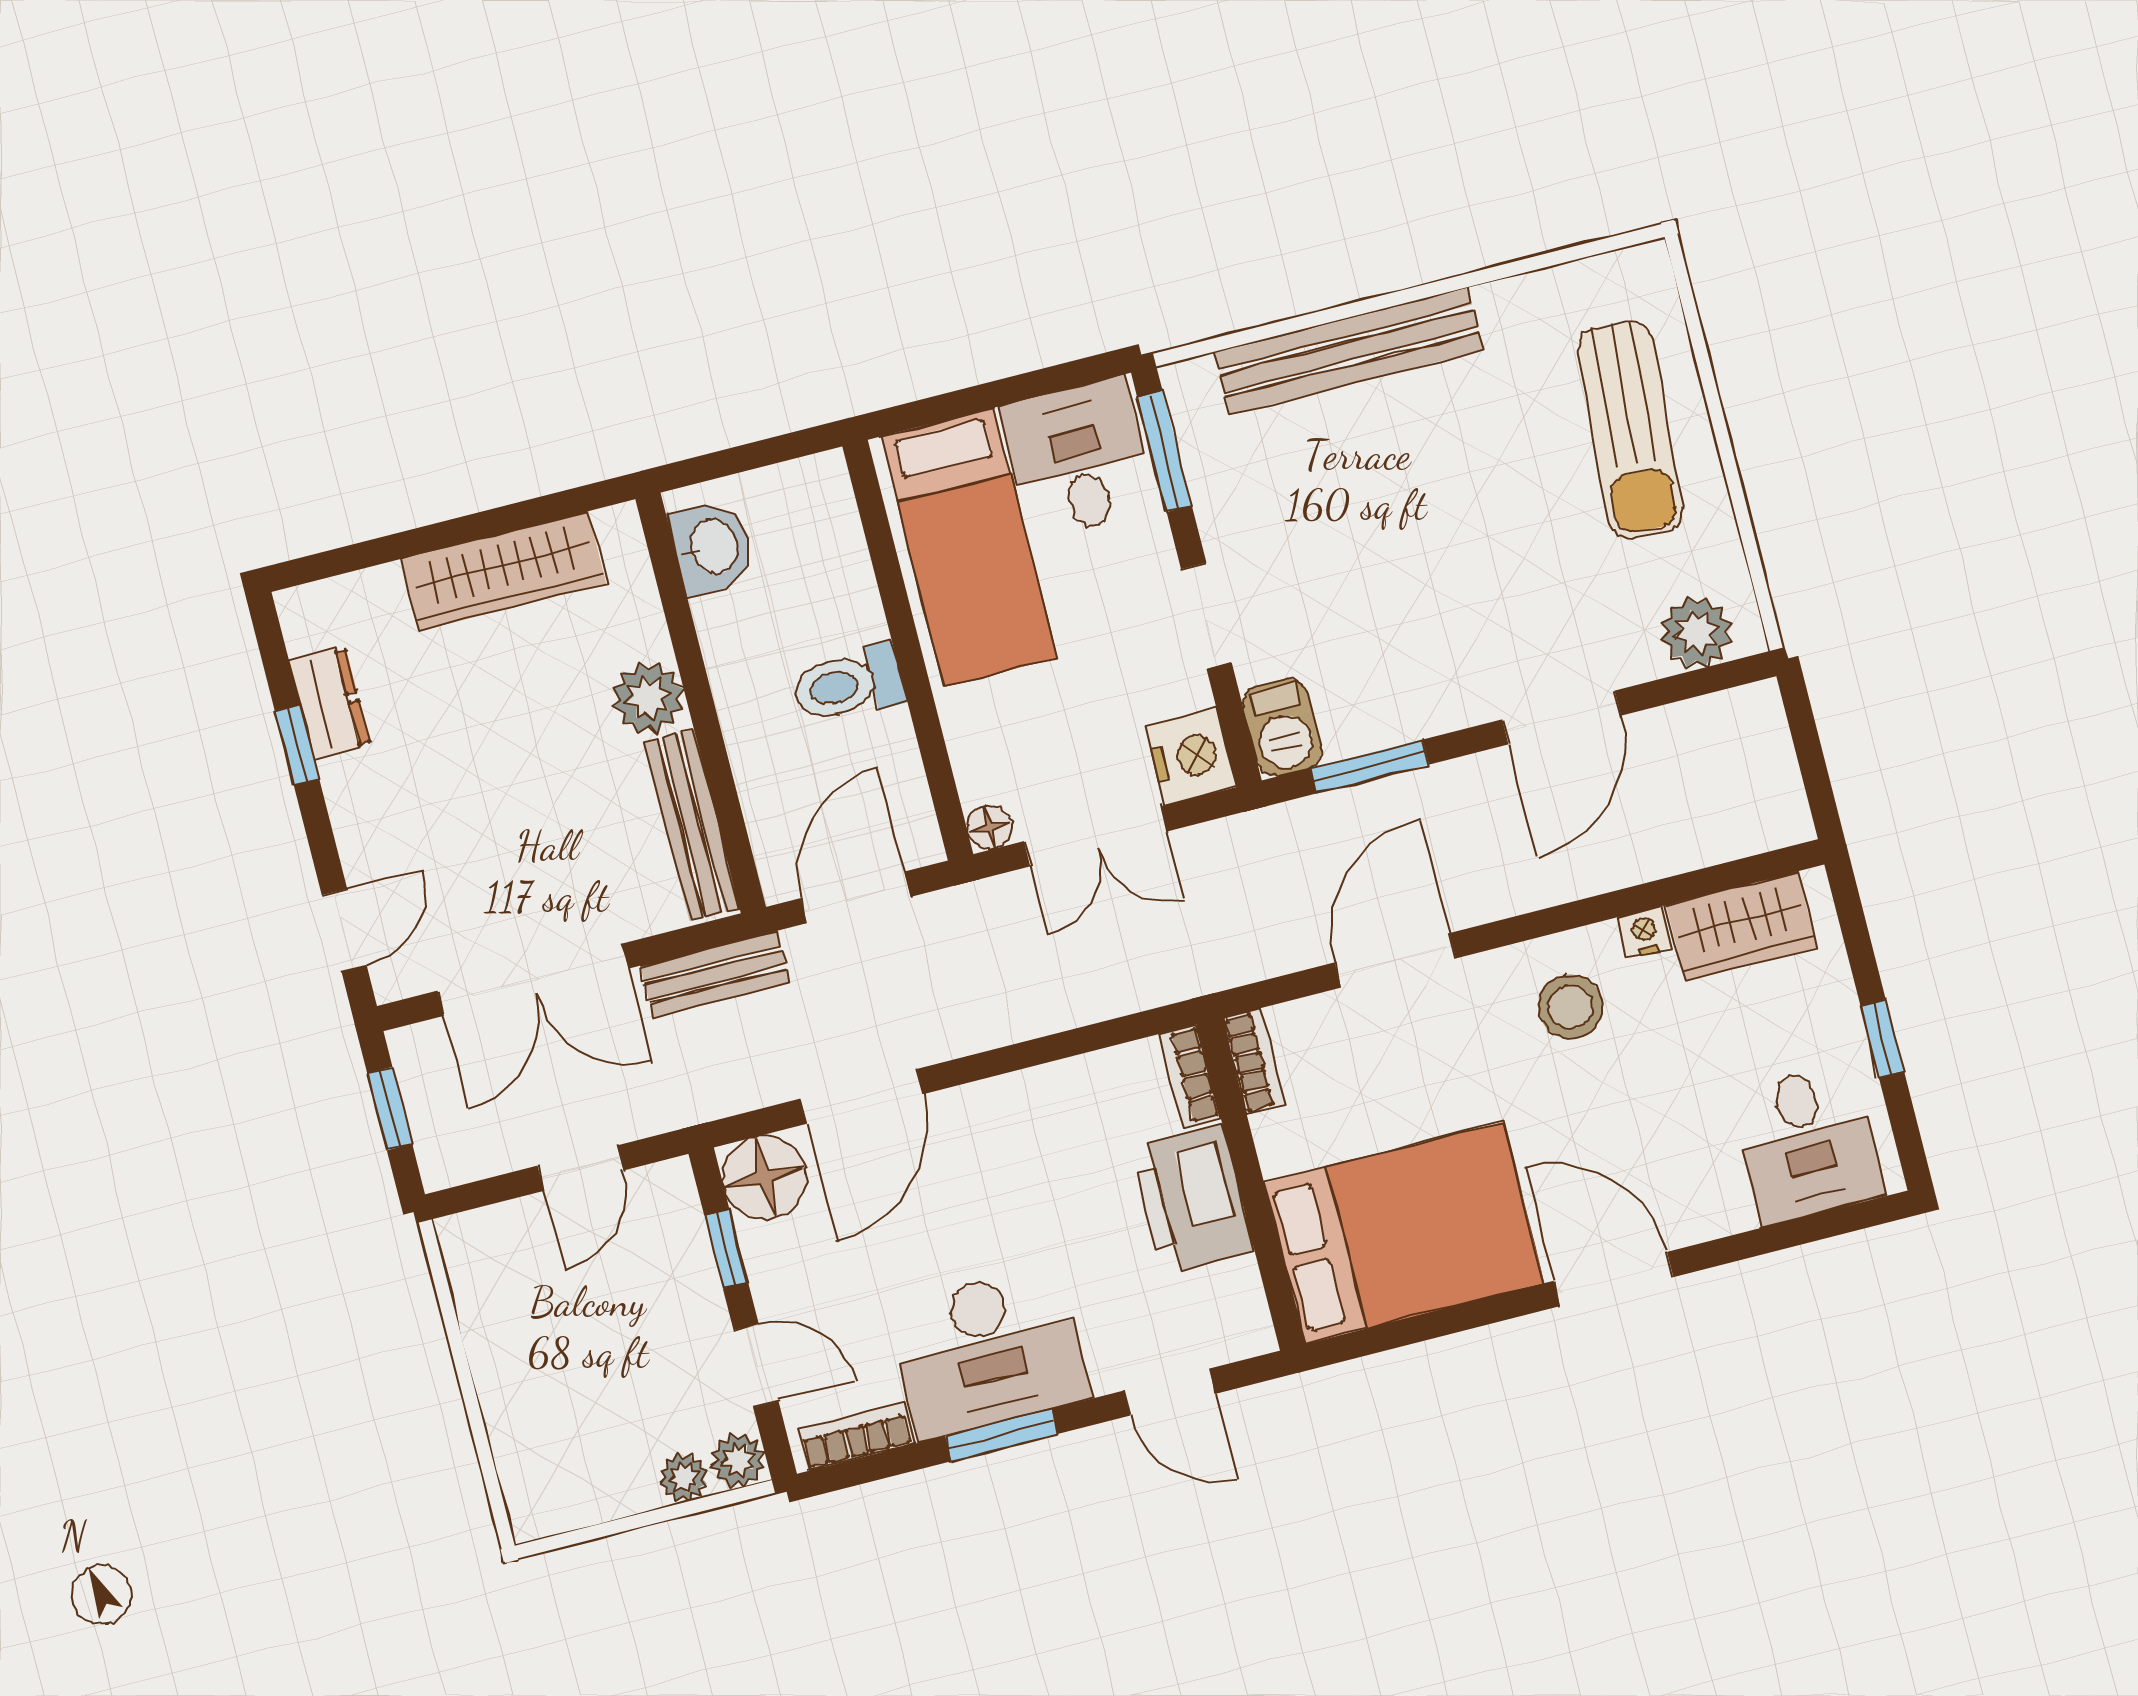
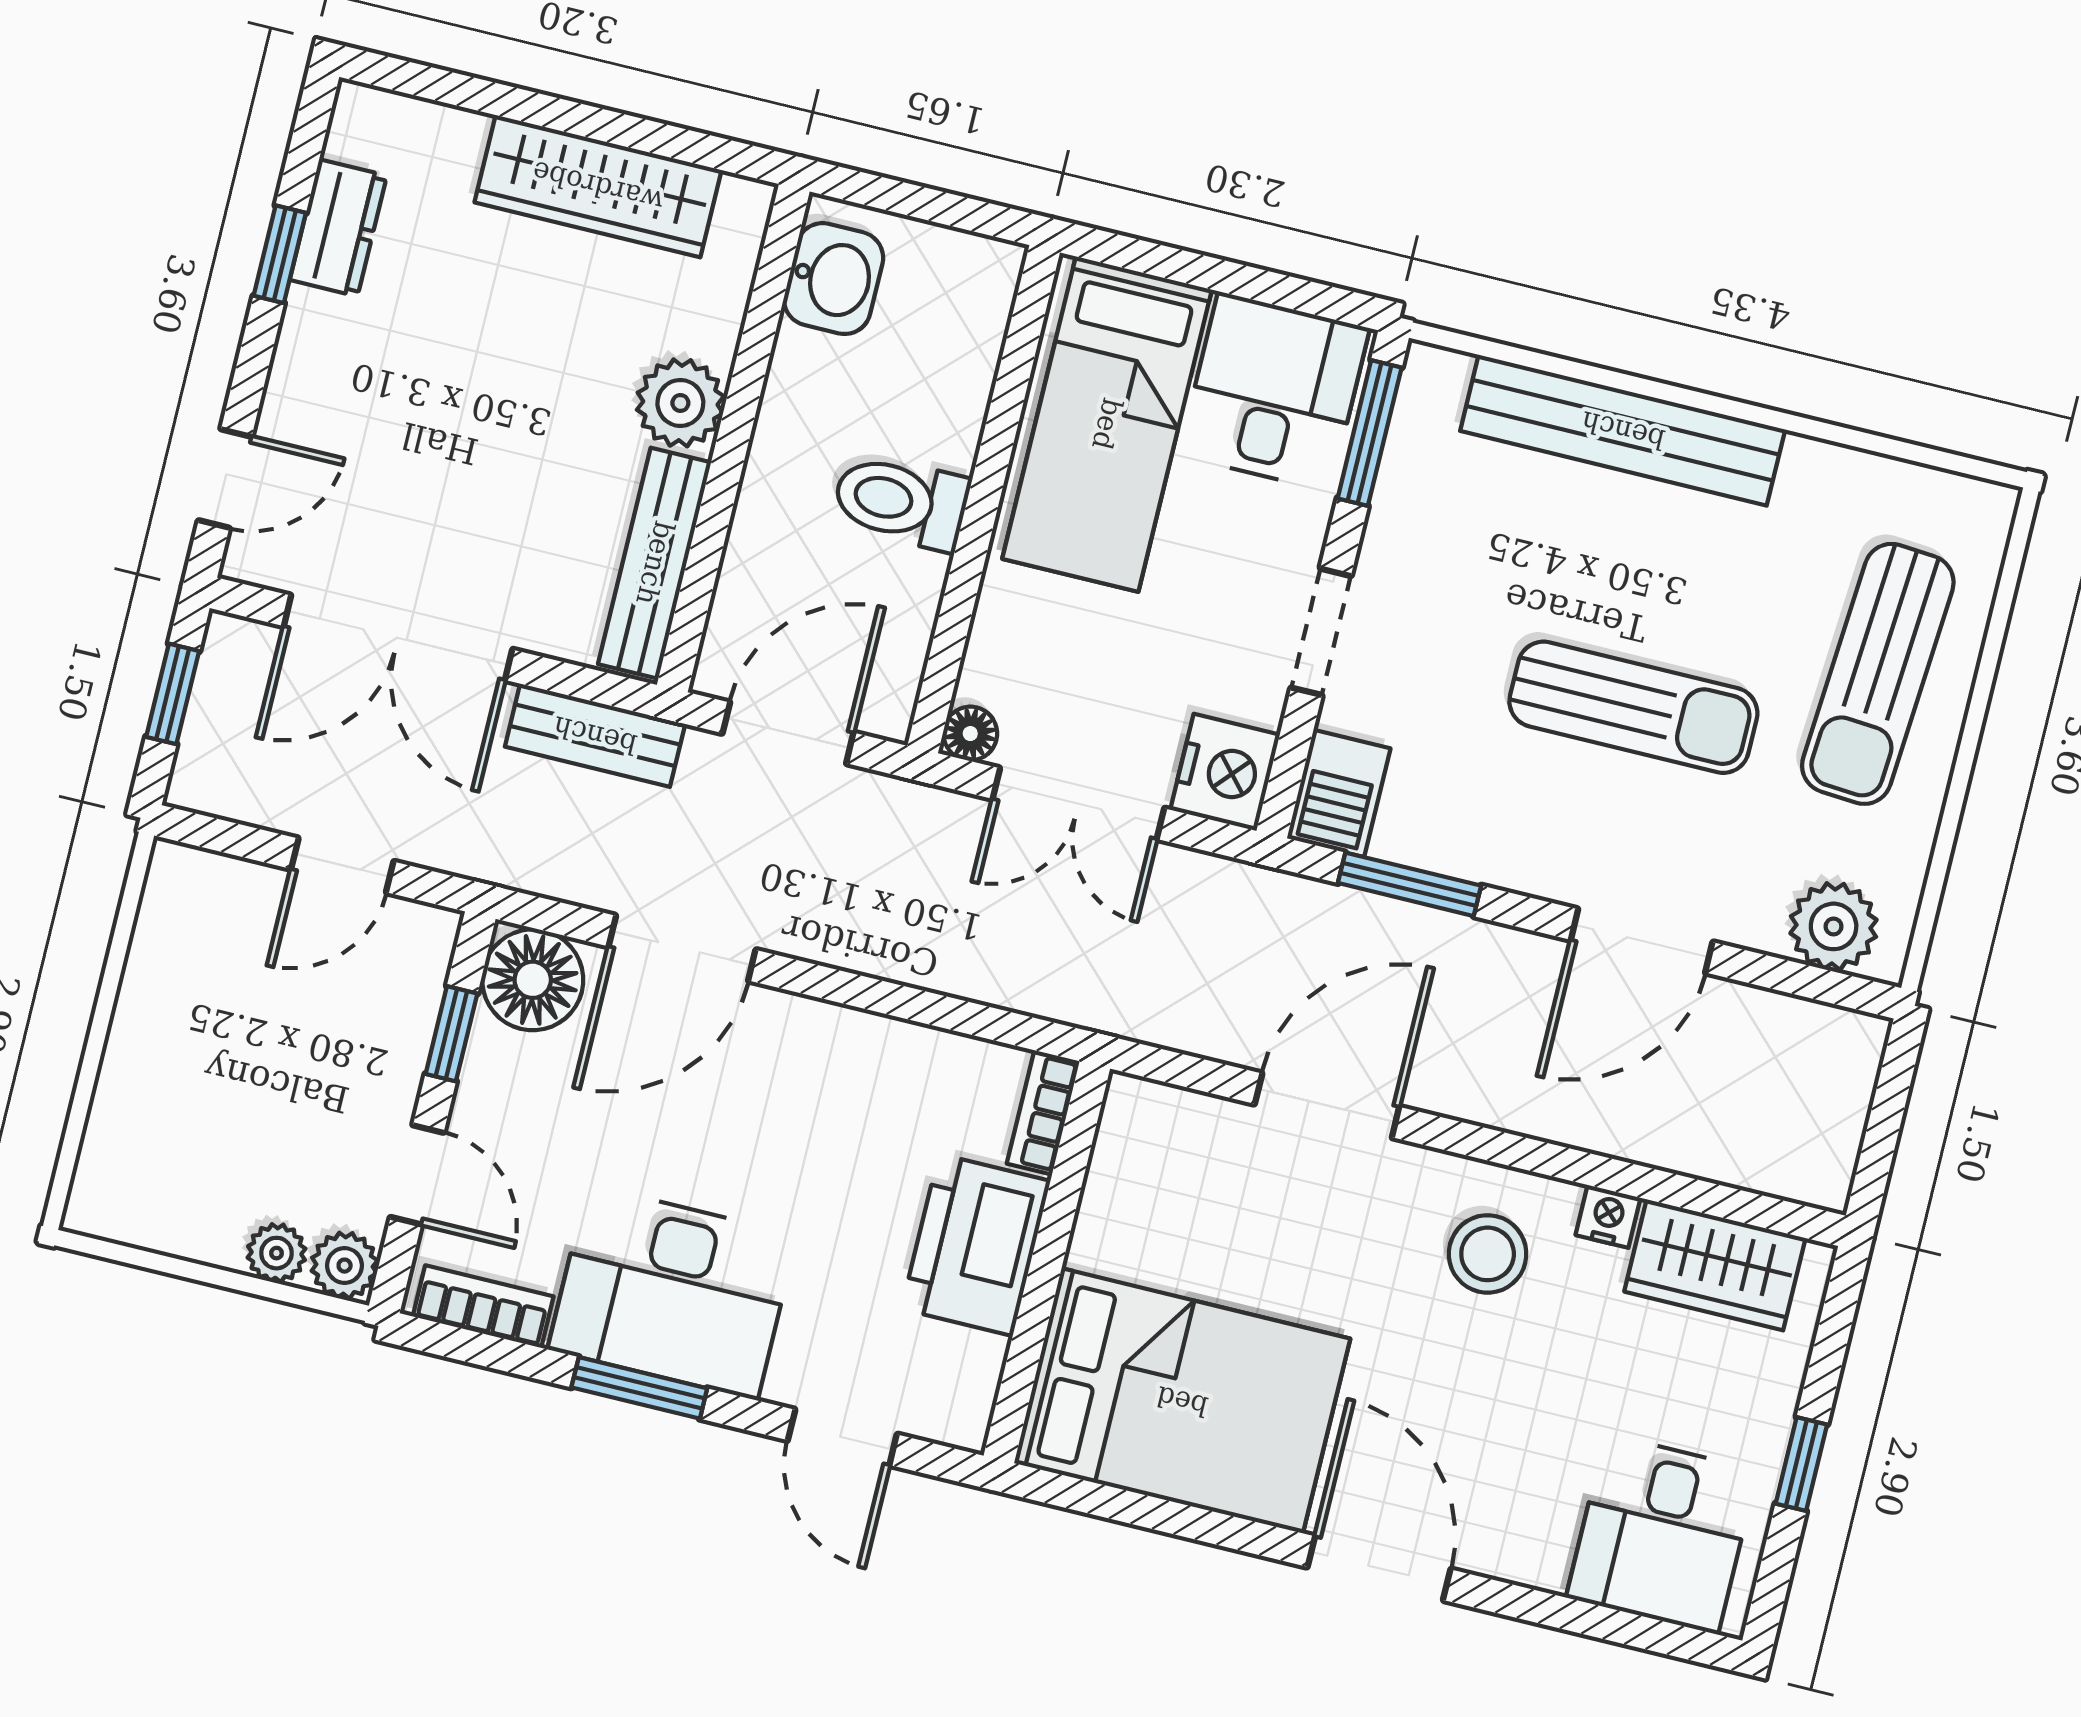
sun lounger: (1465, 550) -> (1633, 707), added
bookcase: (1254, 1062) -> (1119, 1133), removed

